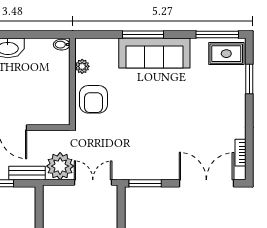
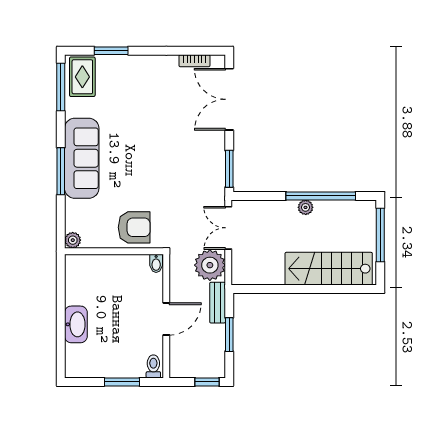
bidet: (62, 45) -> (156, 263), moved
plant: (82, 66) -> (73, 240), moved

